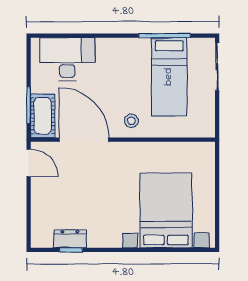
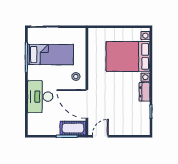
desk: (67, 59) -> (40, 97), moved
door: (84, 140) -> (87, 104), hinge flipped
dresser: (70, 239) -> (144, 92), moved

